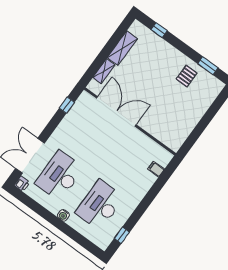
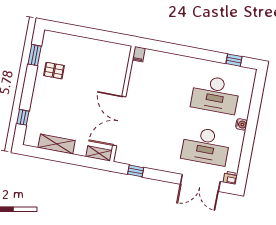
shelving: (104, 71) -> (99, 153), moved
filing cabinet: (156, 169) -> (139, 54), moved

